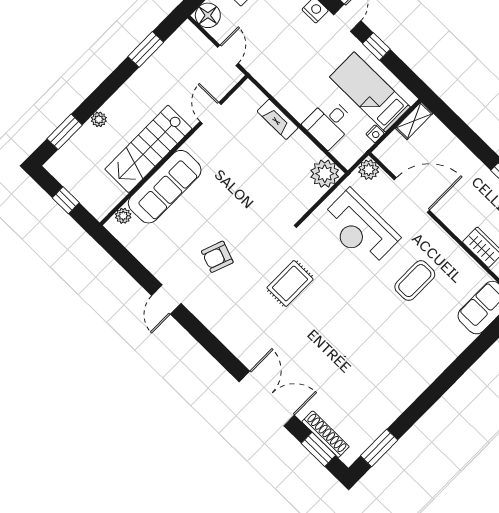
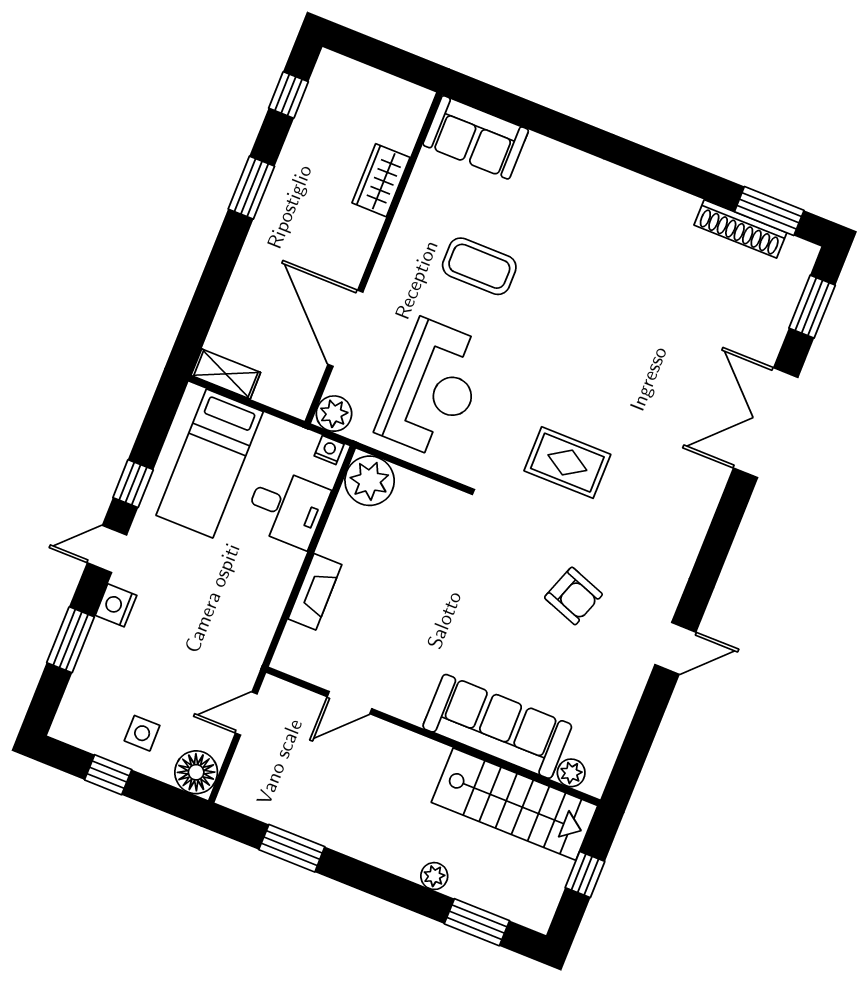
nightstand: (375, 134) -> (329, 450), moved
stairs: (148, 149) -> (515, 804), moved
shoe rack: (326, 434) -> (740, 229), moved, turned -90

